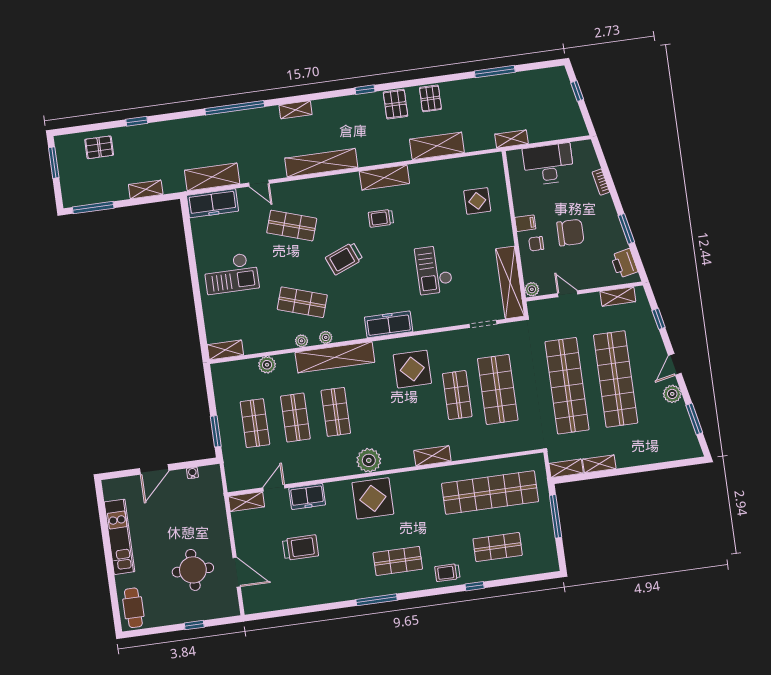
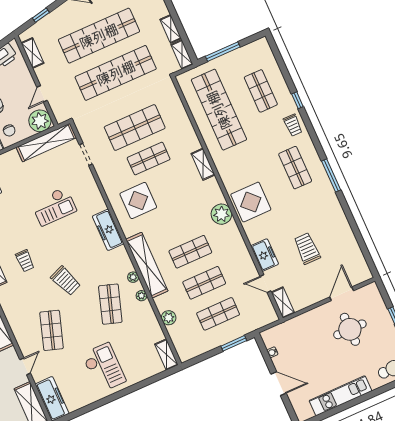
plant: (532, 289) -> (40, 121), width x1.88, depth x1.88

